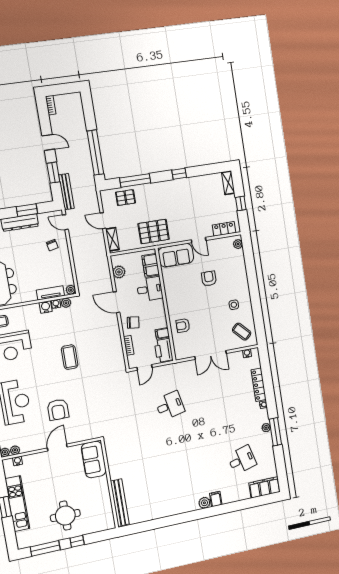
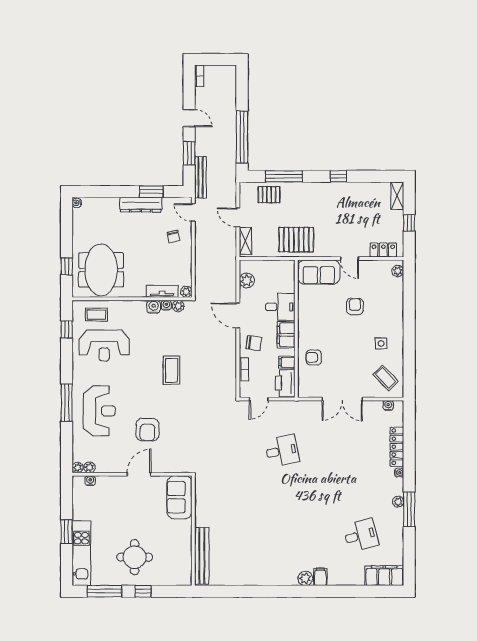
filing cabinet: (151, 265) -> (286, 335), moved
kitchen unit: (17, 504) -> (81, 553), moved

